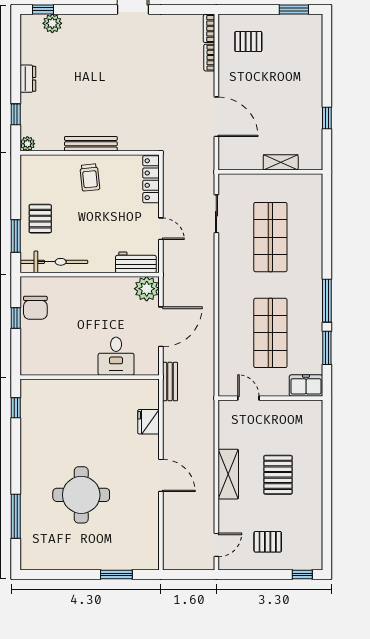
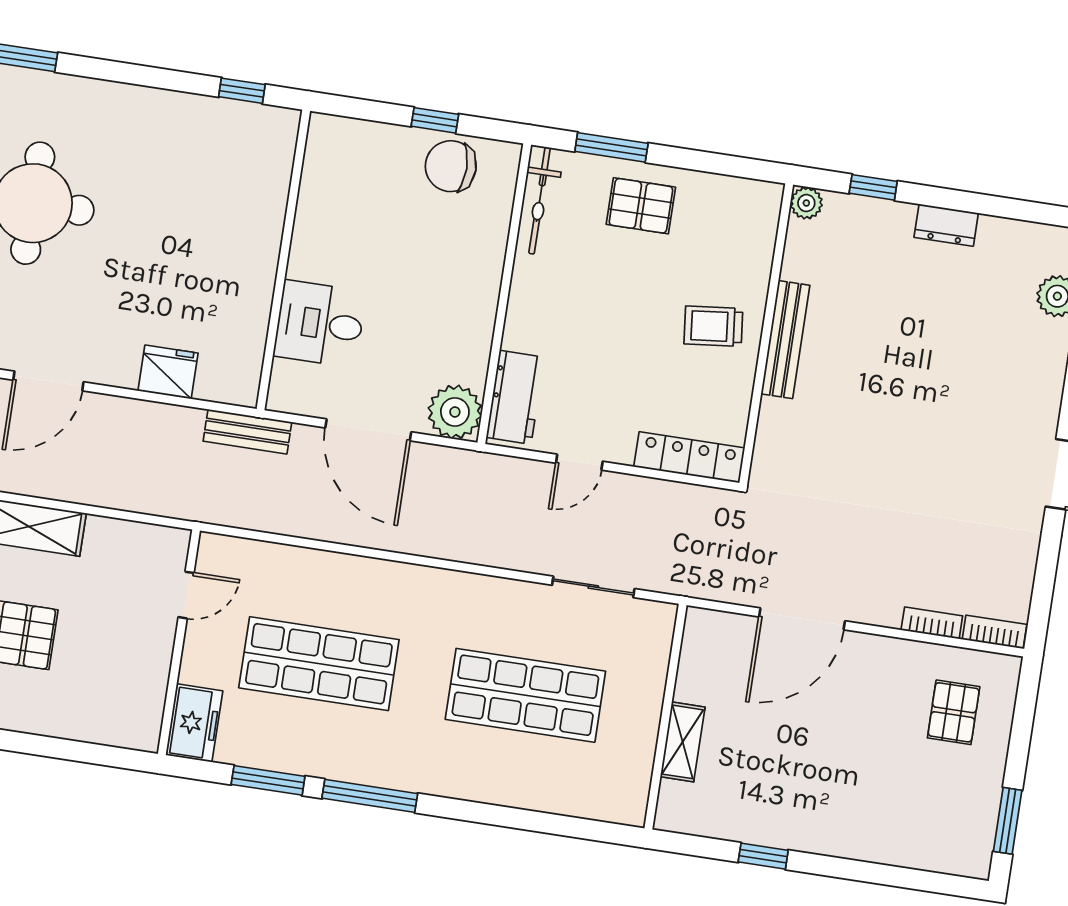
bicycle: (54, 262) -> (540, 200), width x0.73, depth x0.71

